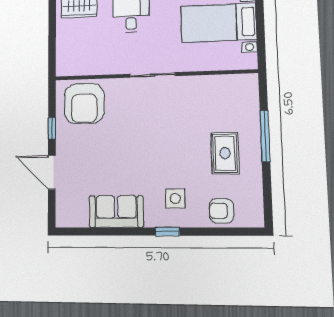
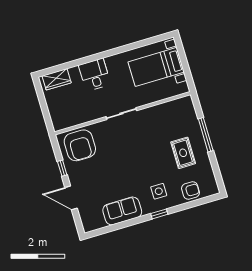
armchair: (222, 211) -> (191, 190), turned 180

